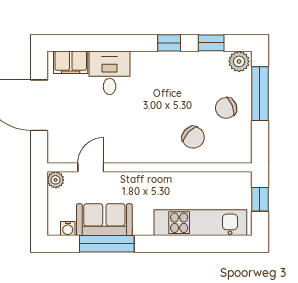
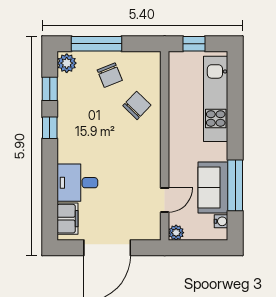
door: (91, 167) -> (165, 200), swing flipped

